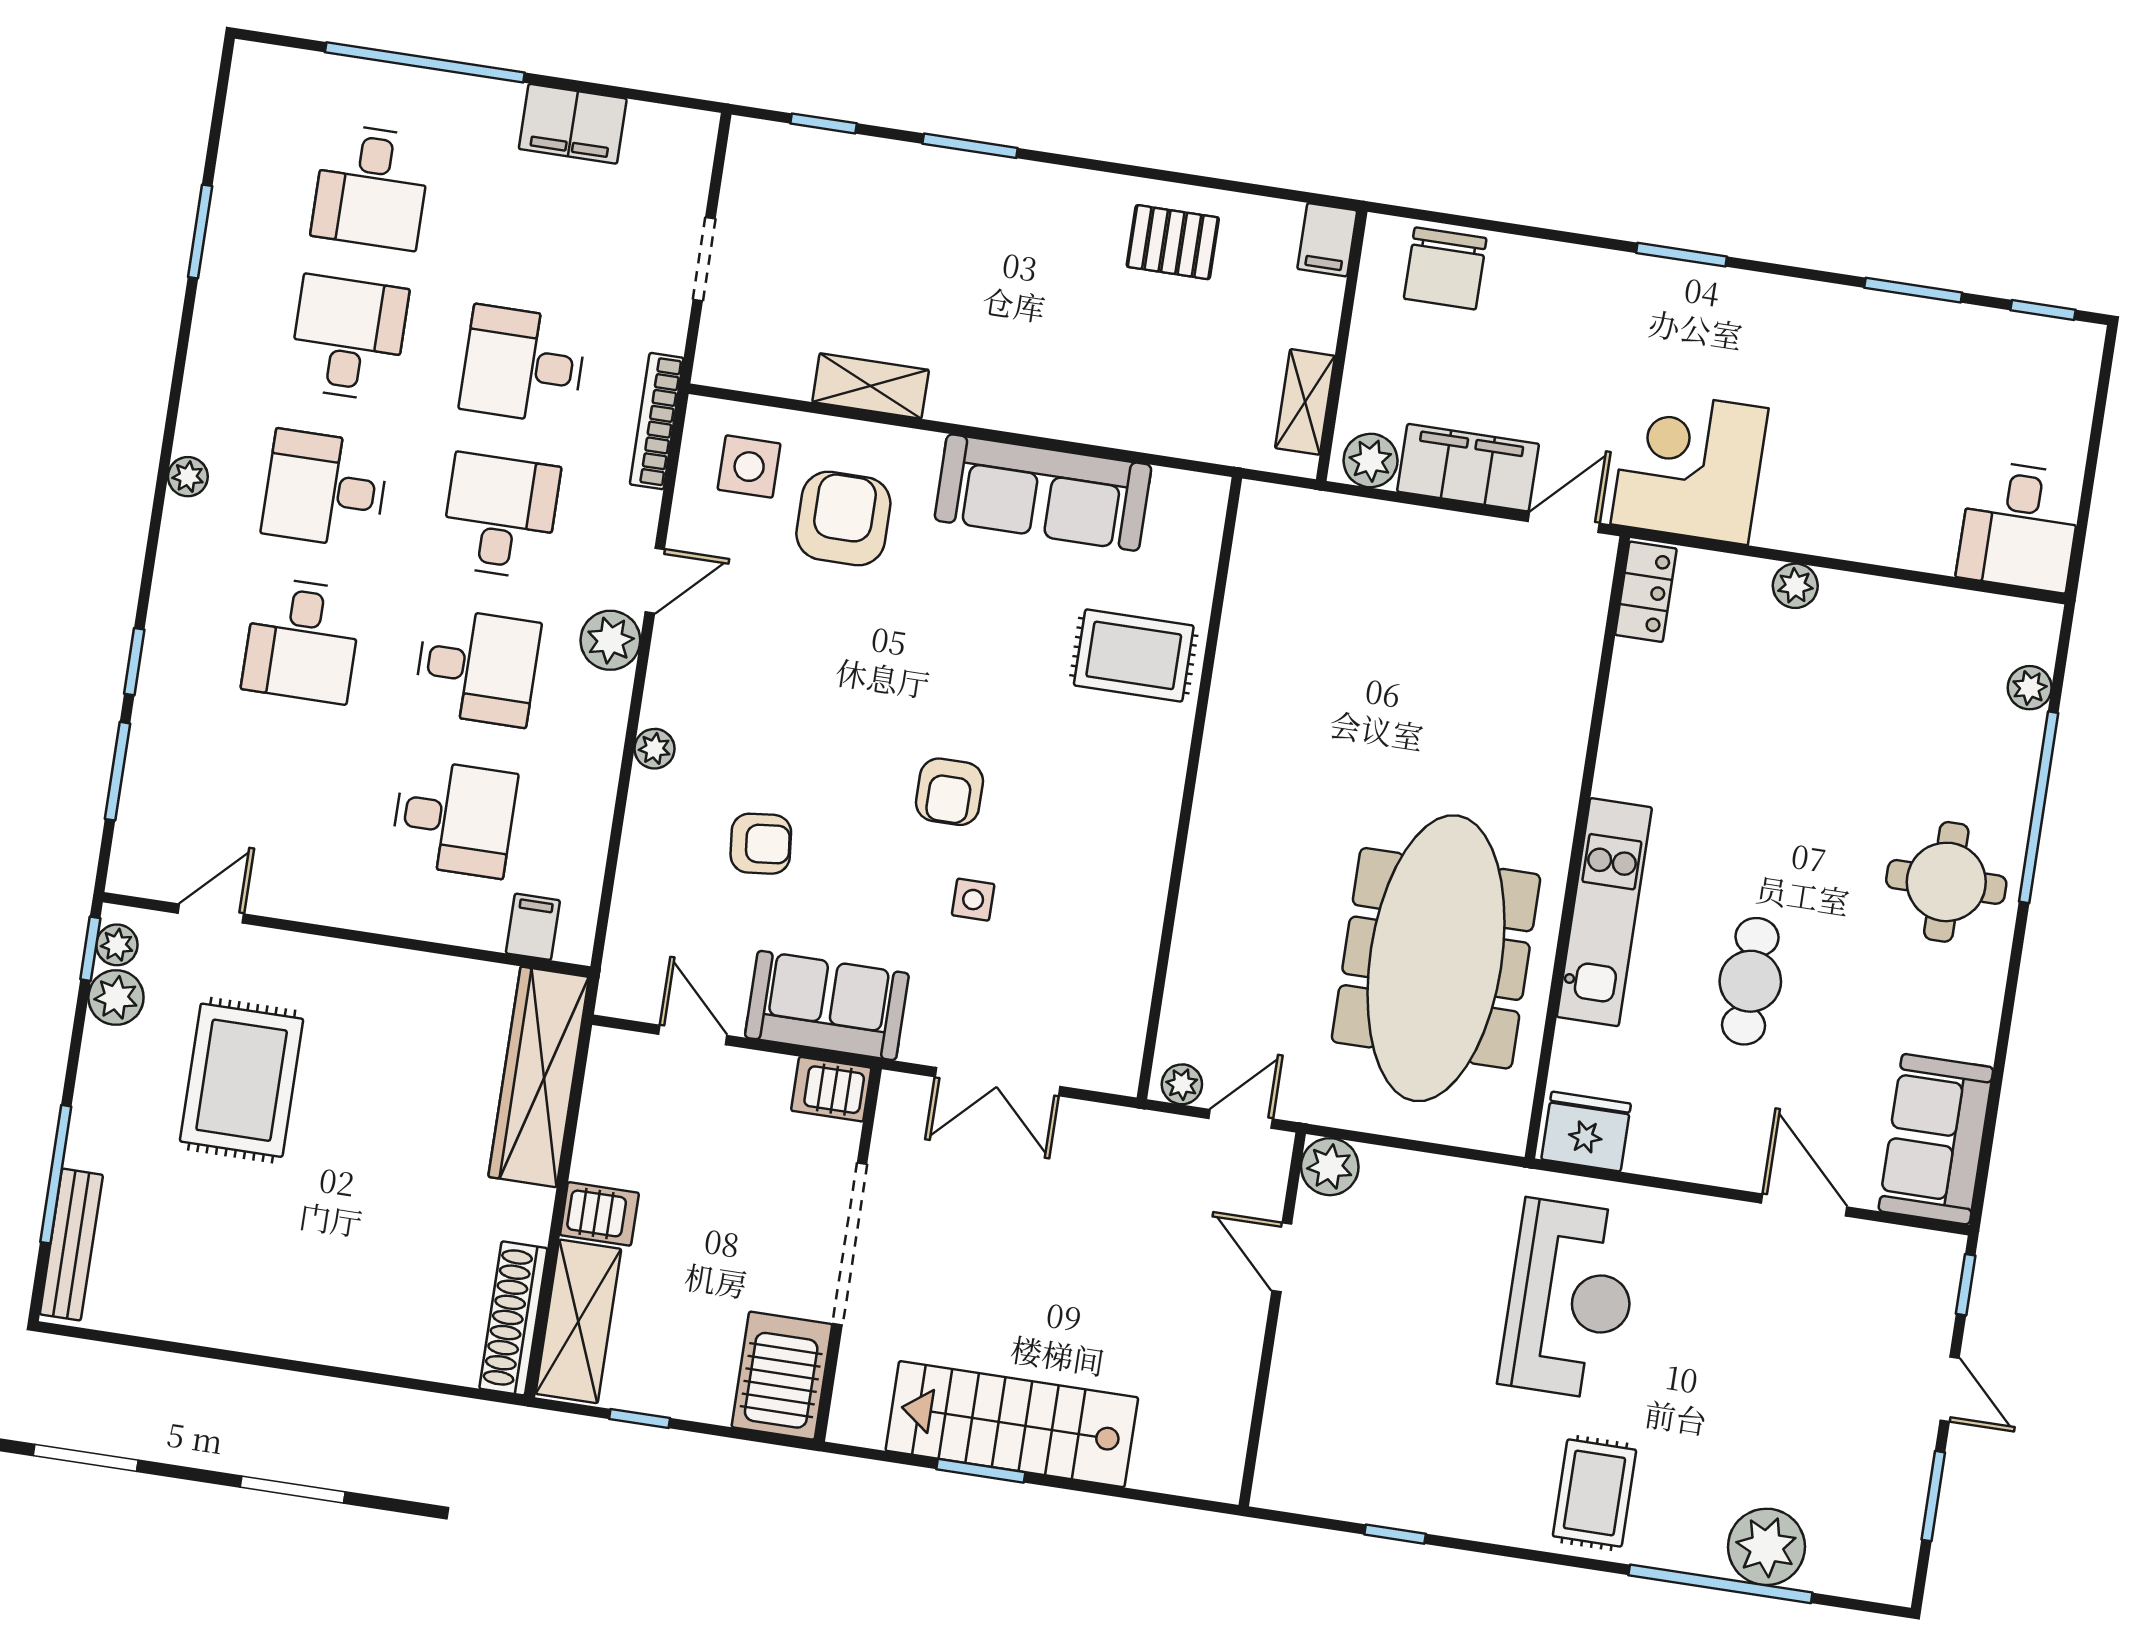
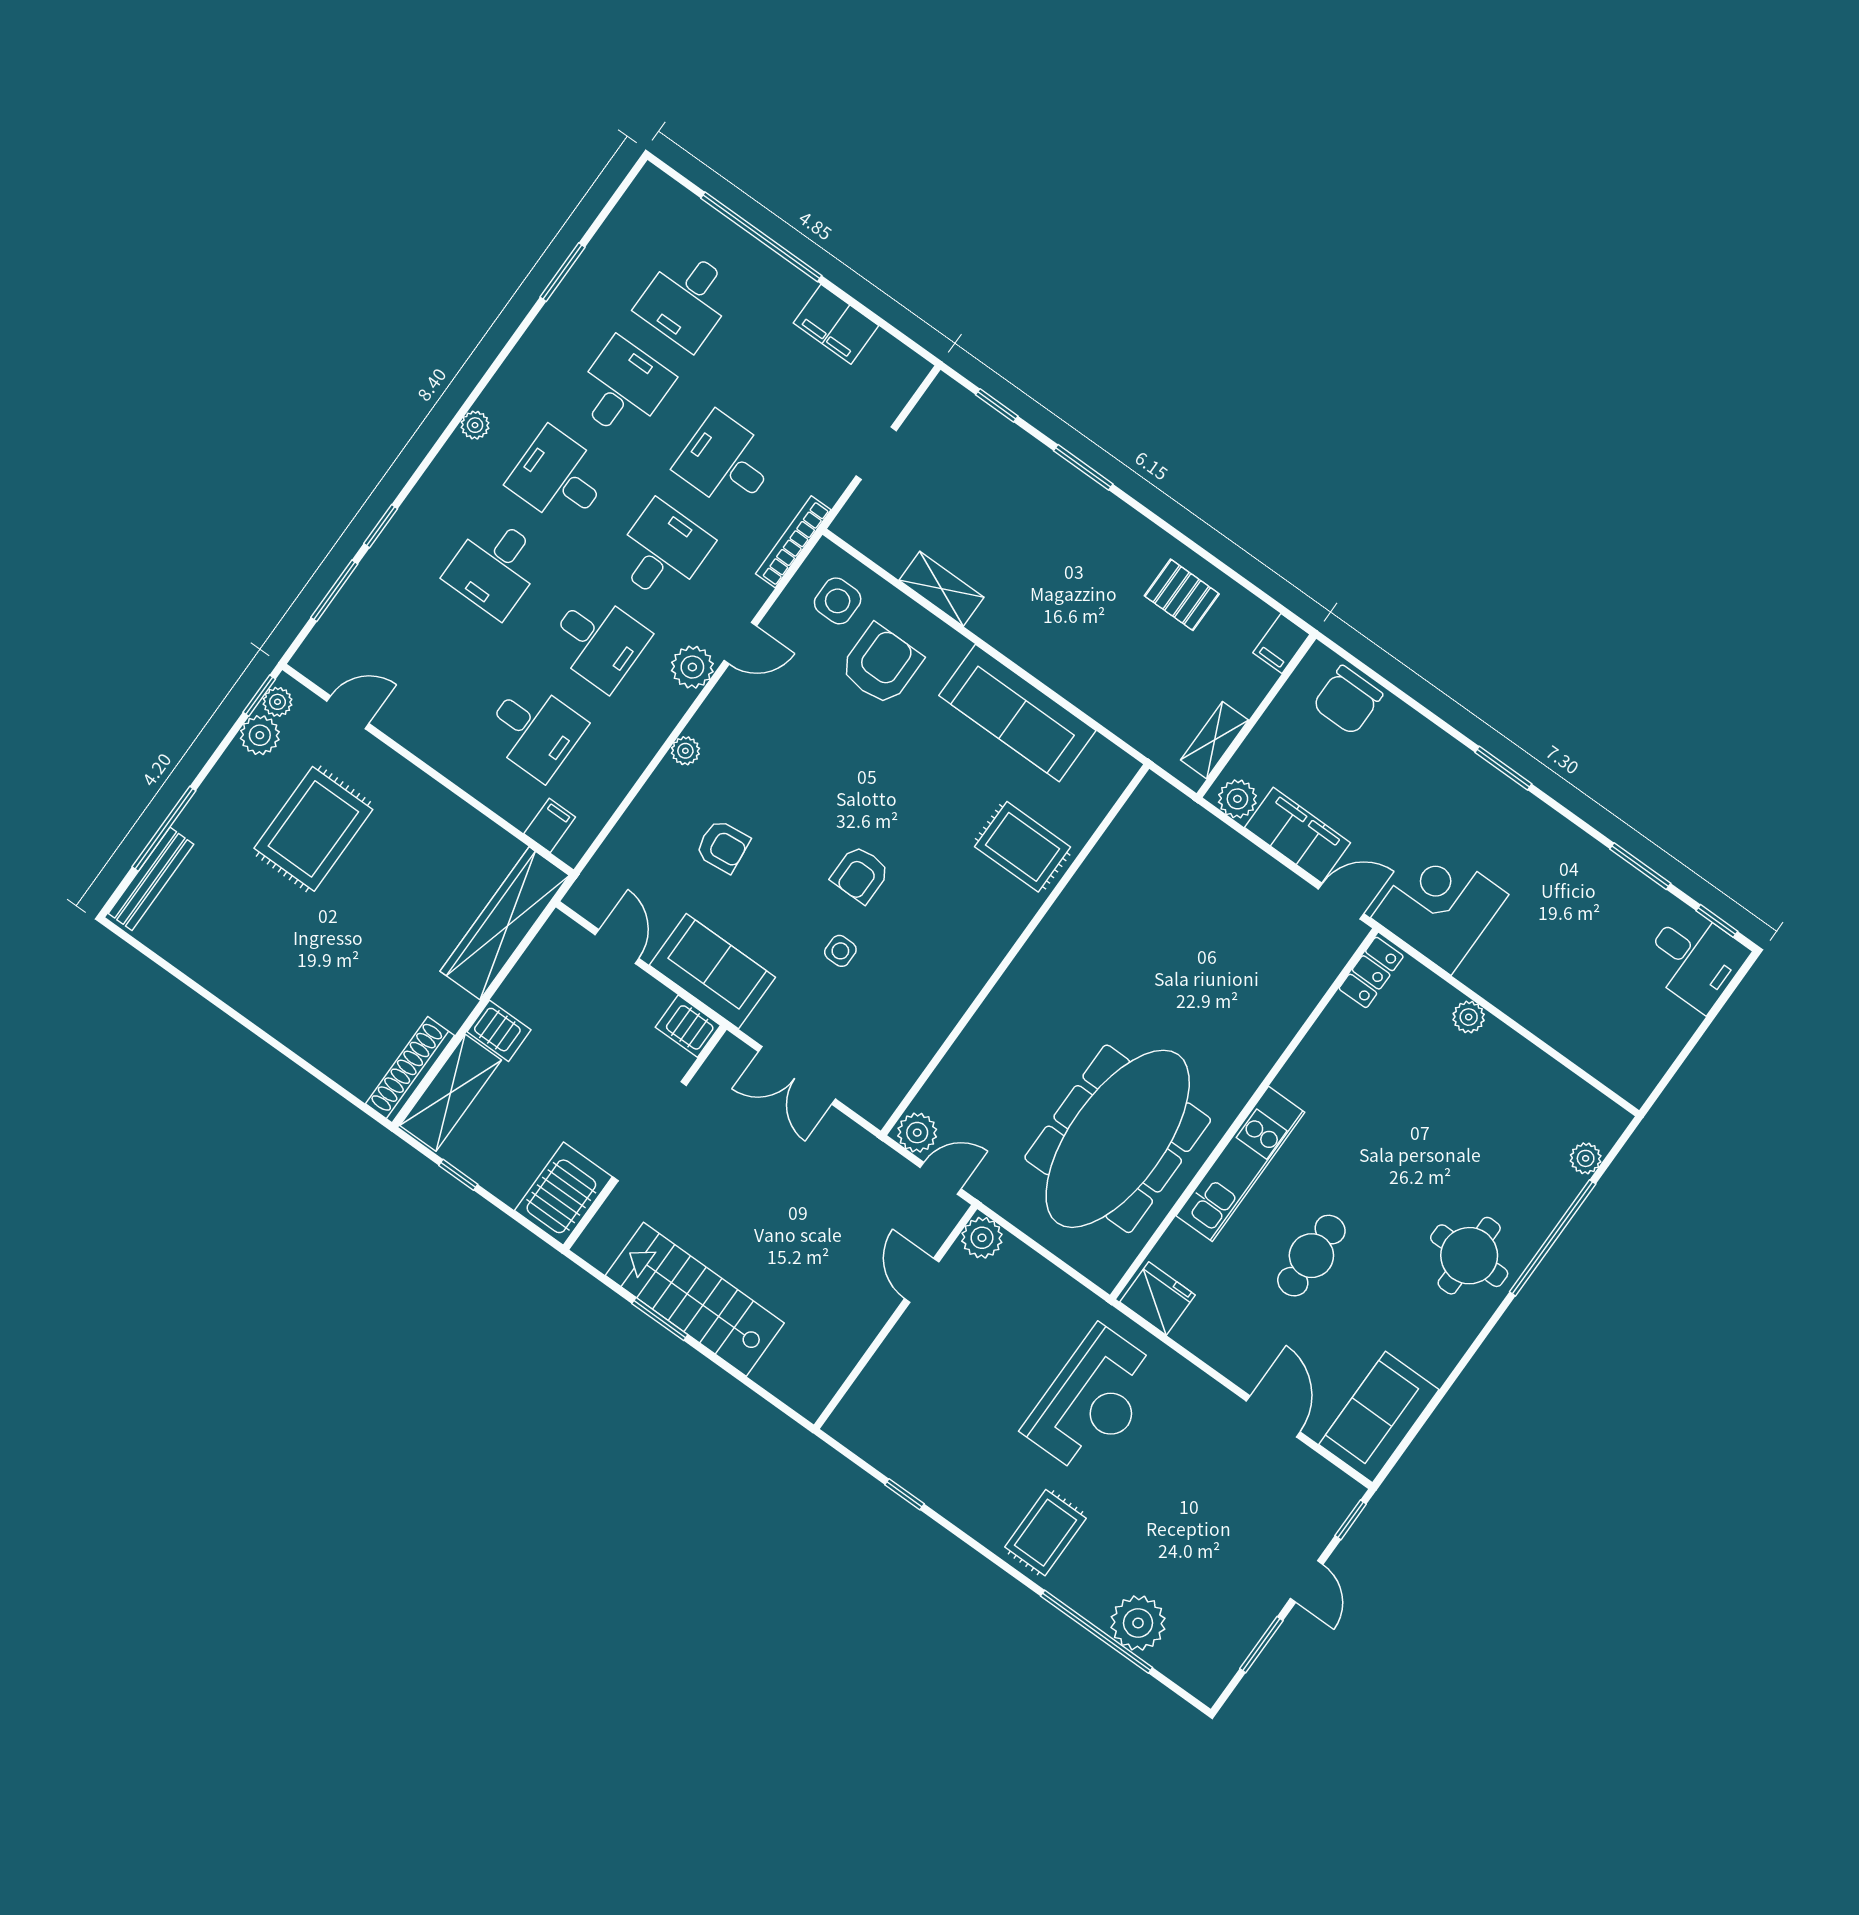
desk: (2019, 526) -> (1695, 959), moved, turned -90
plant: (1182, 1084) -> (917, 1133), width x1.38, depth x1.38

